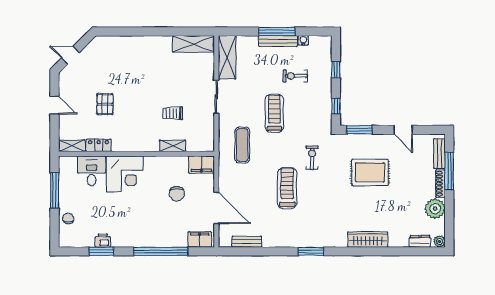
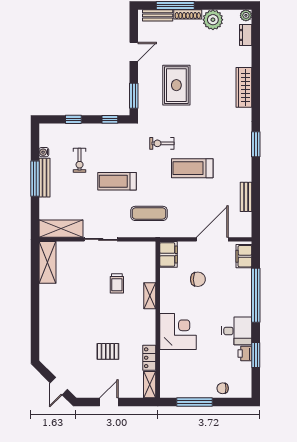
shelving: (173, 146) -> (150, 296), moved
desk: (92, 171) -> (237, 331), moved, turned 180
bench: (247, 242) -> (246, 197), moved

